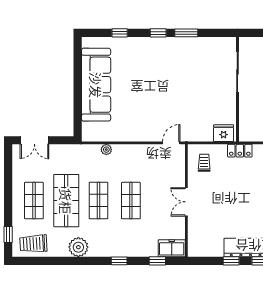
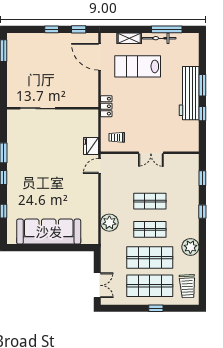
fridge: (224, 133) -> (91, 146), moved
door: (171, 143) -> (100, 166), hinge flipped
plant: (106, 150) -> (109, 223), width x1.88, depth x1.88
shop shelf: (34, 201) -> (150, 286), width x1.43, depth x1.36
window: (8, 235) -> (156, 308), moved
freezer: (172, 248) -> (191, 166), removed

